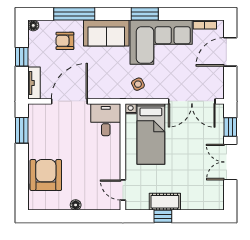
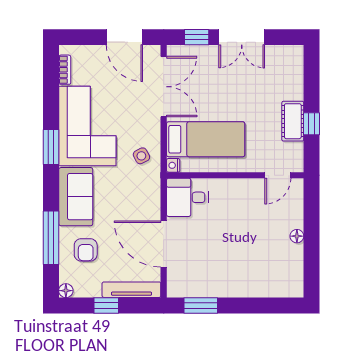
door: (230, 52) -> (124, 37), moved
tv unit: (34, 83) -> (131, 290), width x1.41
armchair: (46, 175) -> (258, 274), removed

